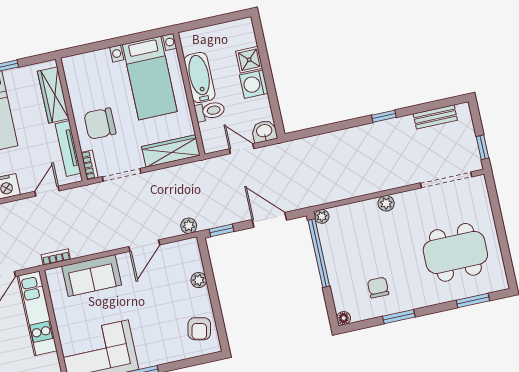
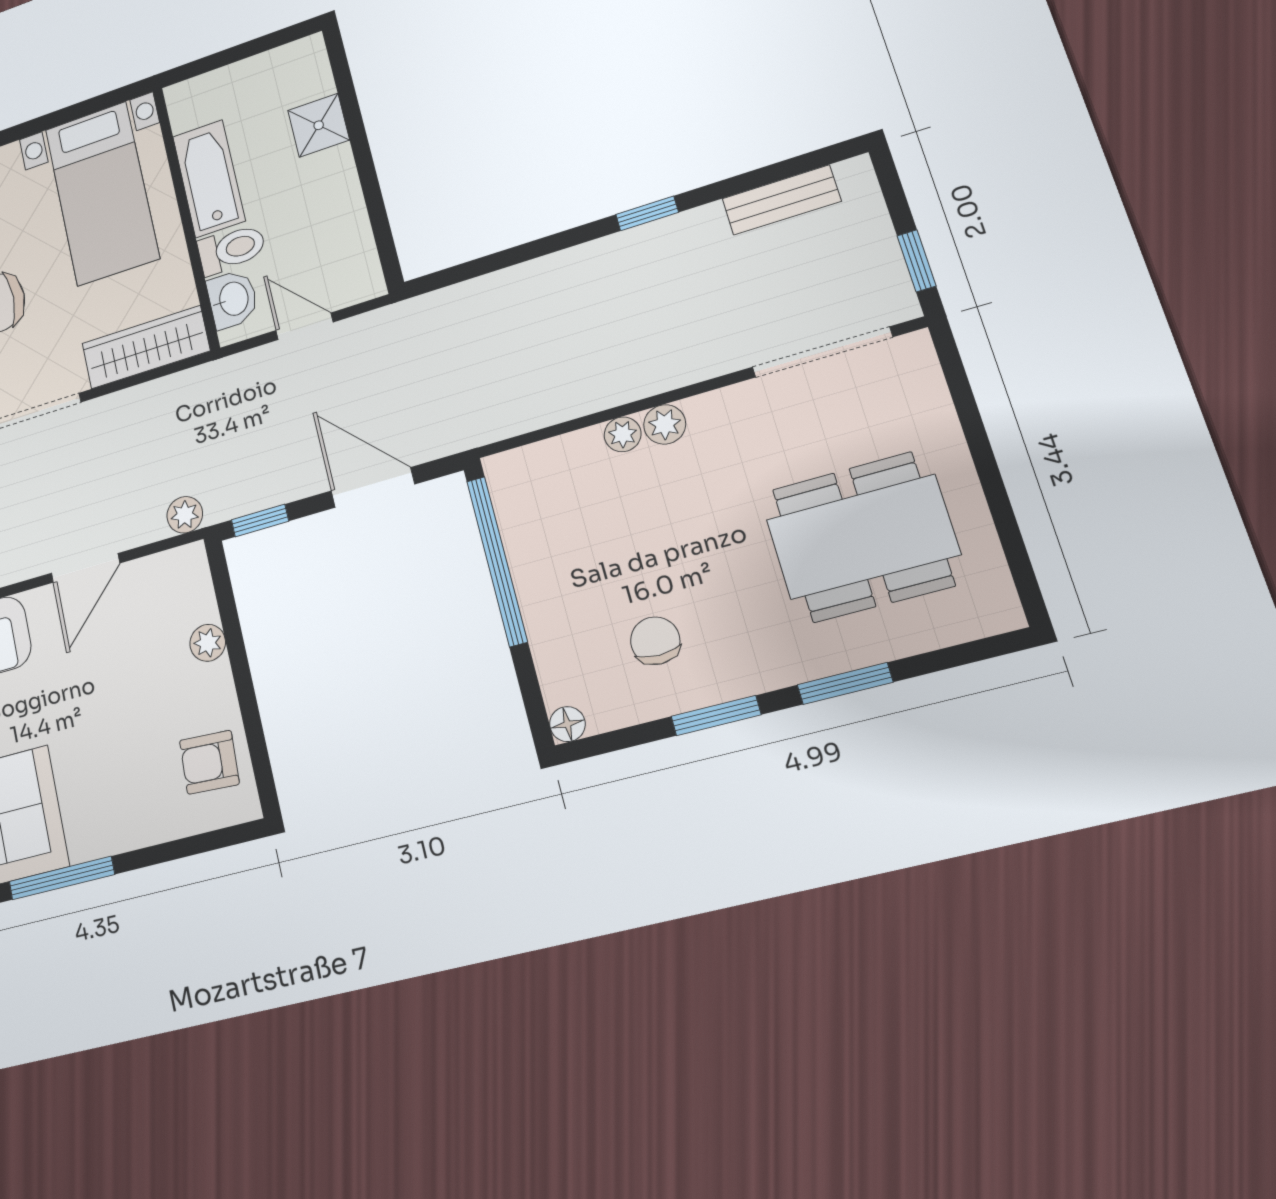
washing machine: (254, 84) -> (330, 178), removed
washbasin: (264, 131) -> (233, 299), moved, turned 90
plant: (322, 216) -> (623, 434), moved
window: (473, 301) -> (845, 683), moved
armchair: (199, 329) -> (209, 762), turned 81

